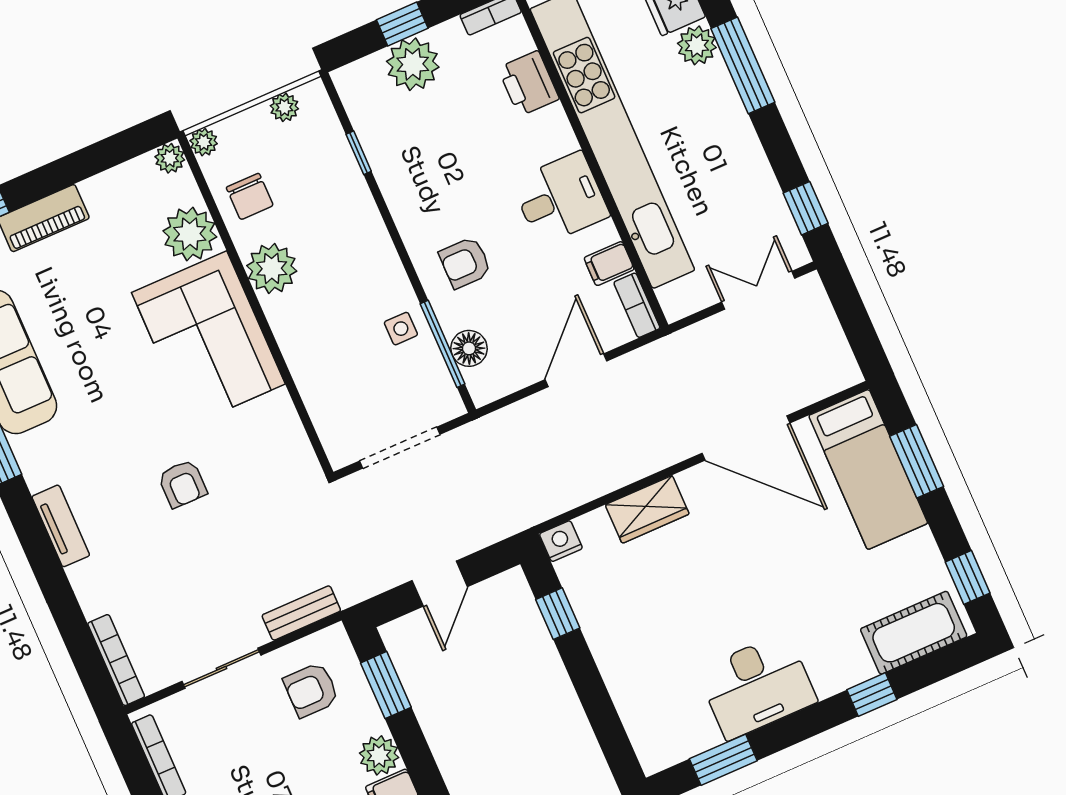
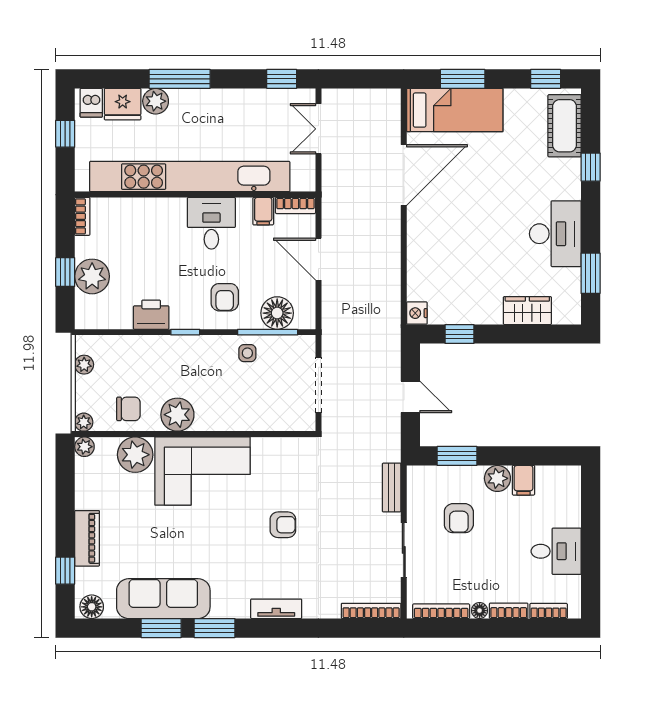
printer: (529, 83) -> (151, 315), moved, turned 180
window: (359, 153) -> (185, 332), moved
floor lamp: (469, 348) -> (277, 313), width x1.38, depth x1.38
wardrobe: (647, 509) -> (527, 311), moved, turned -90
armchair: (311, 690) -> (459, 518), moved

